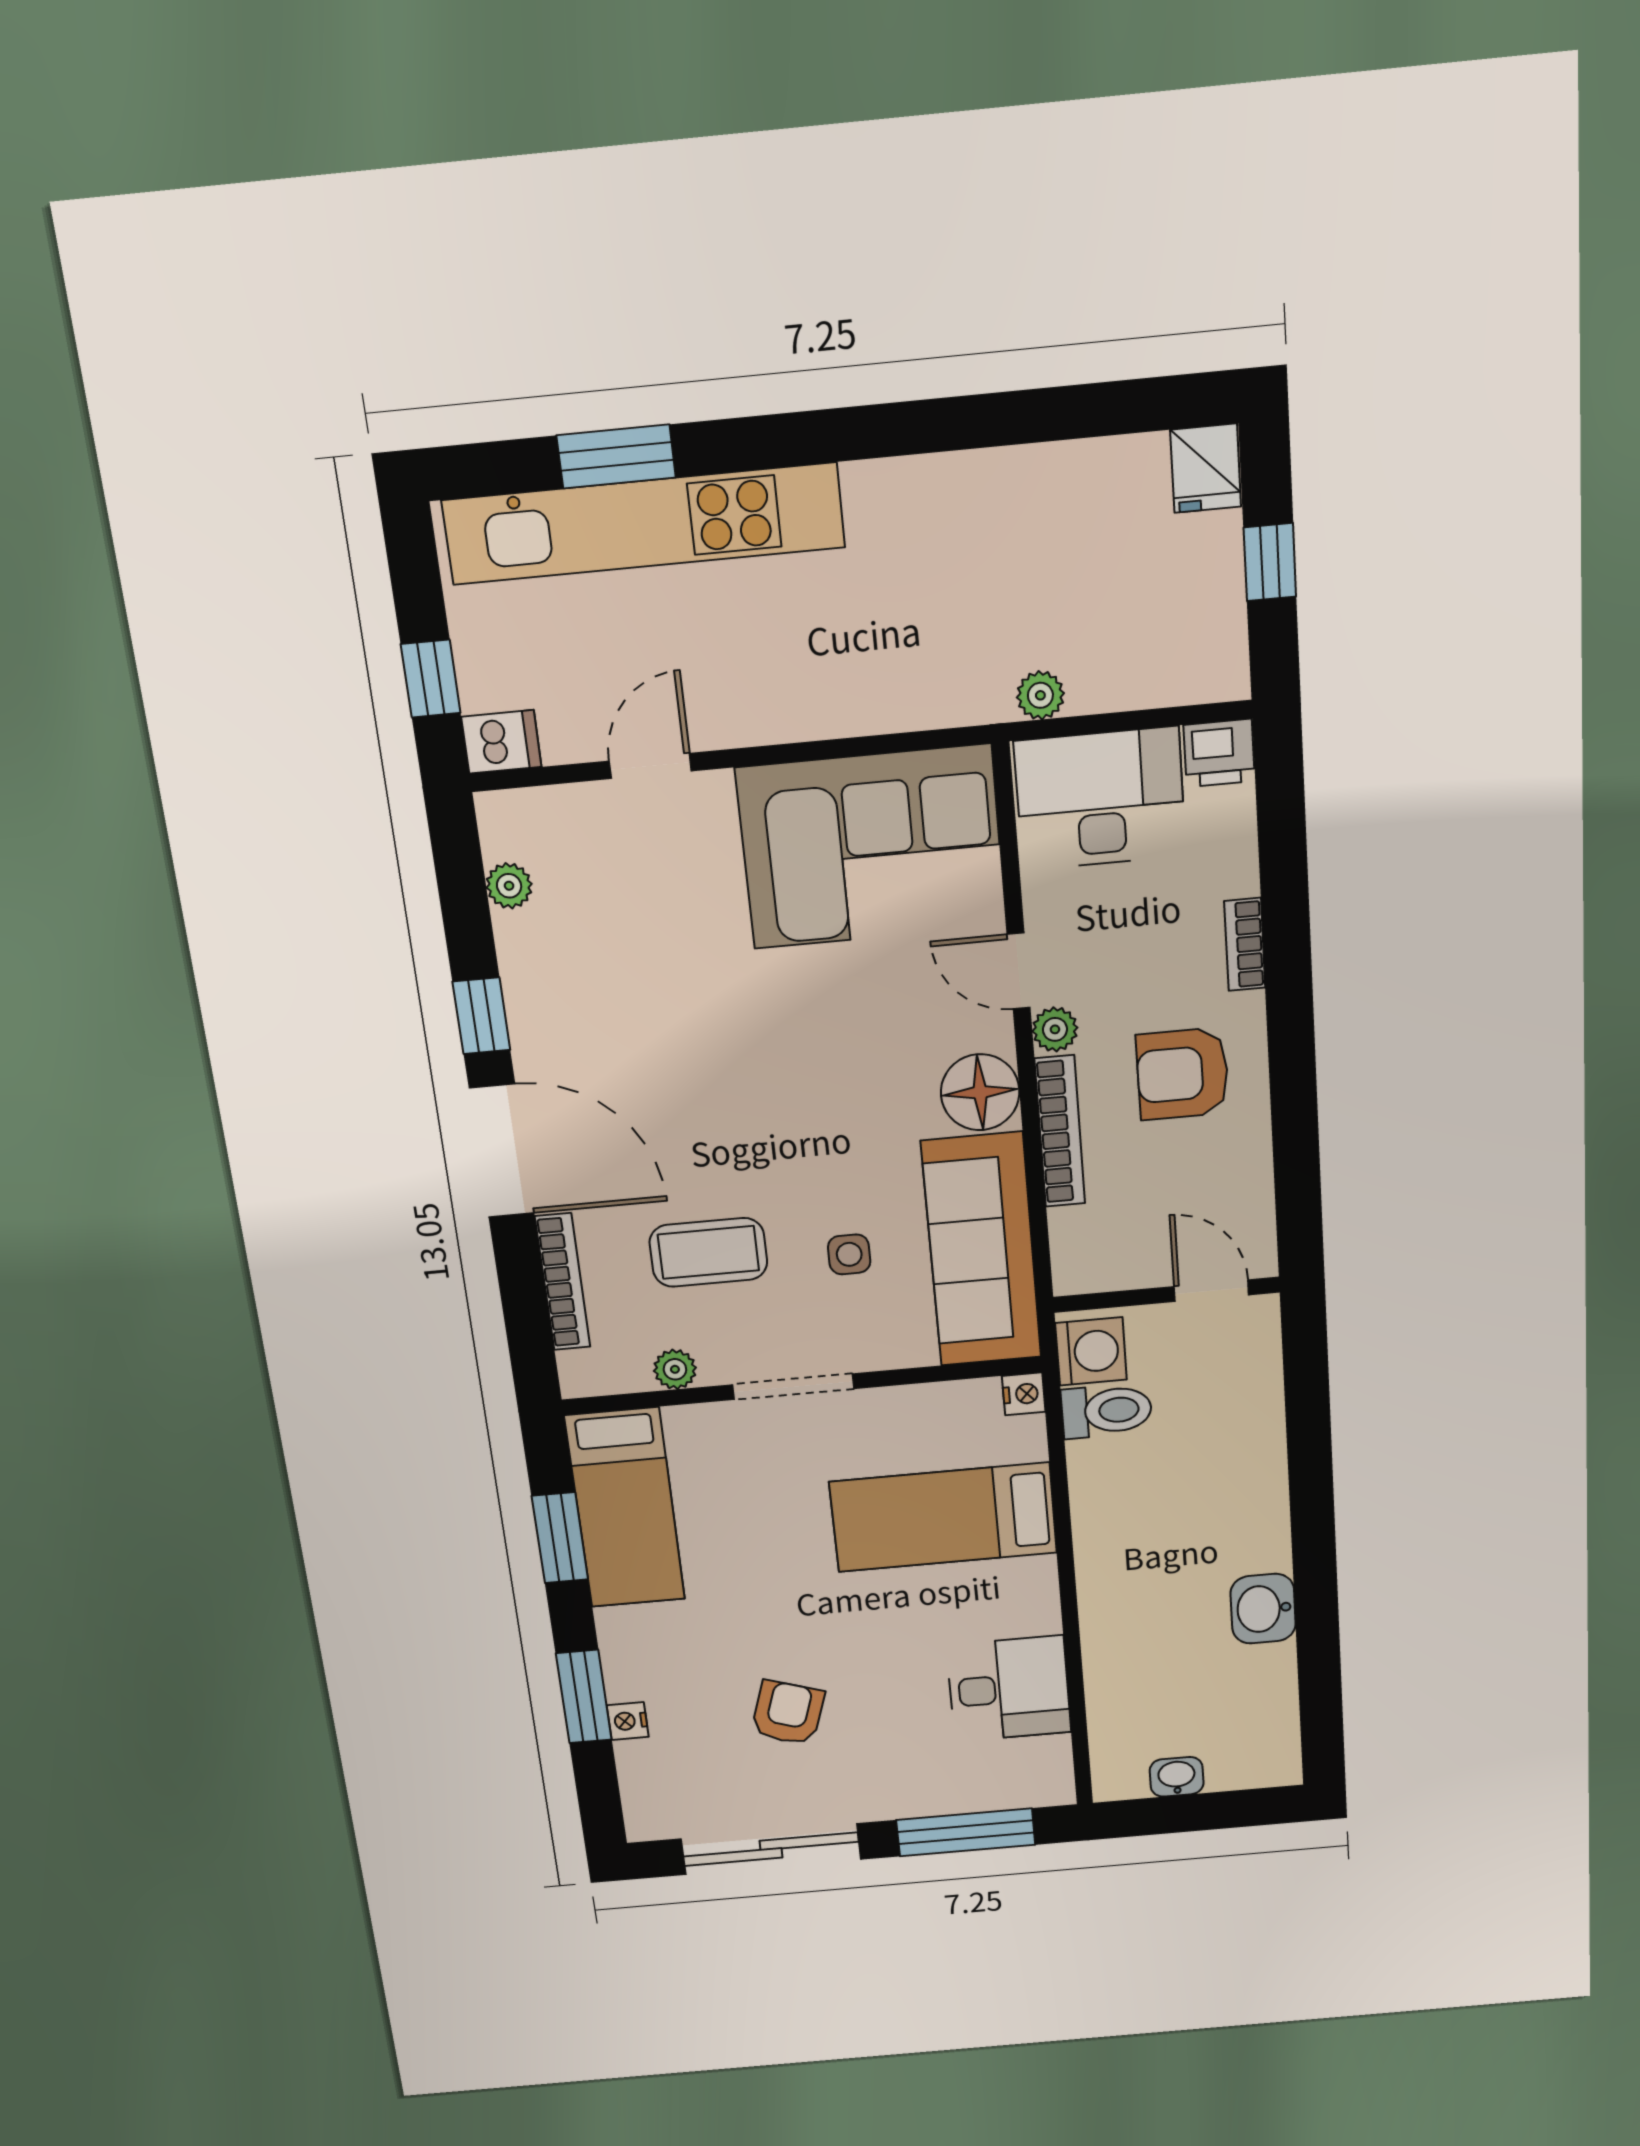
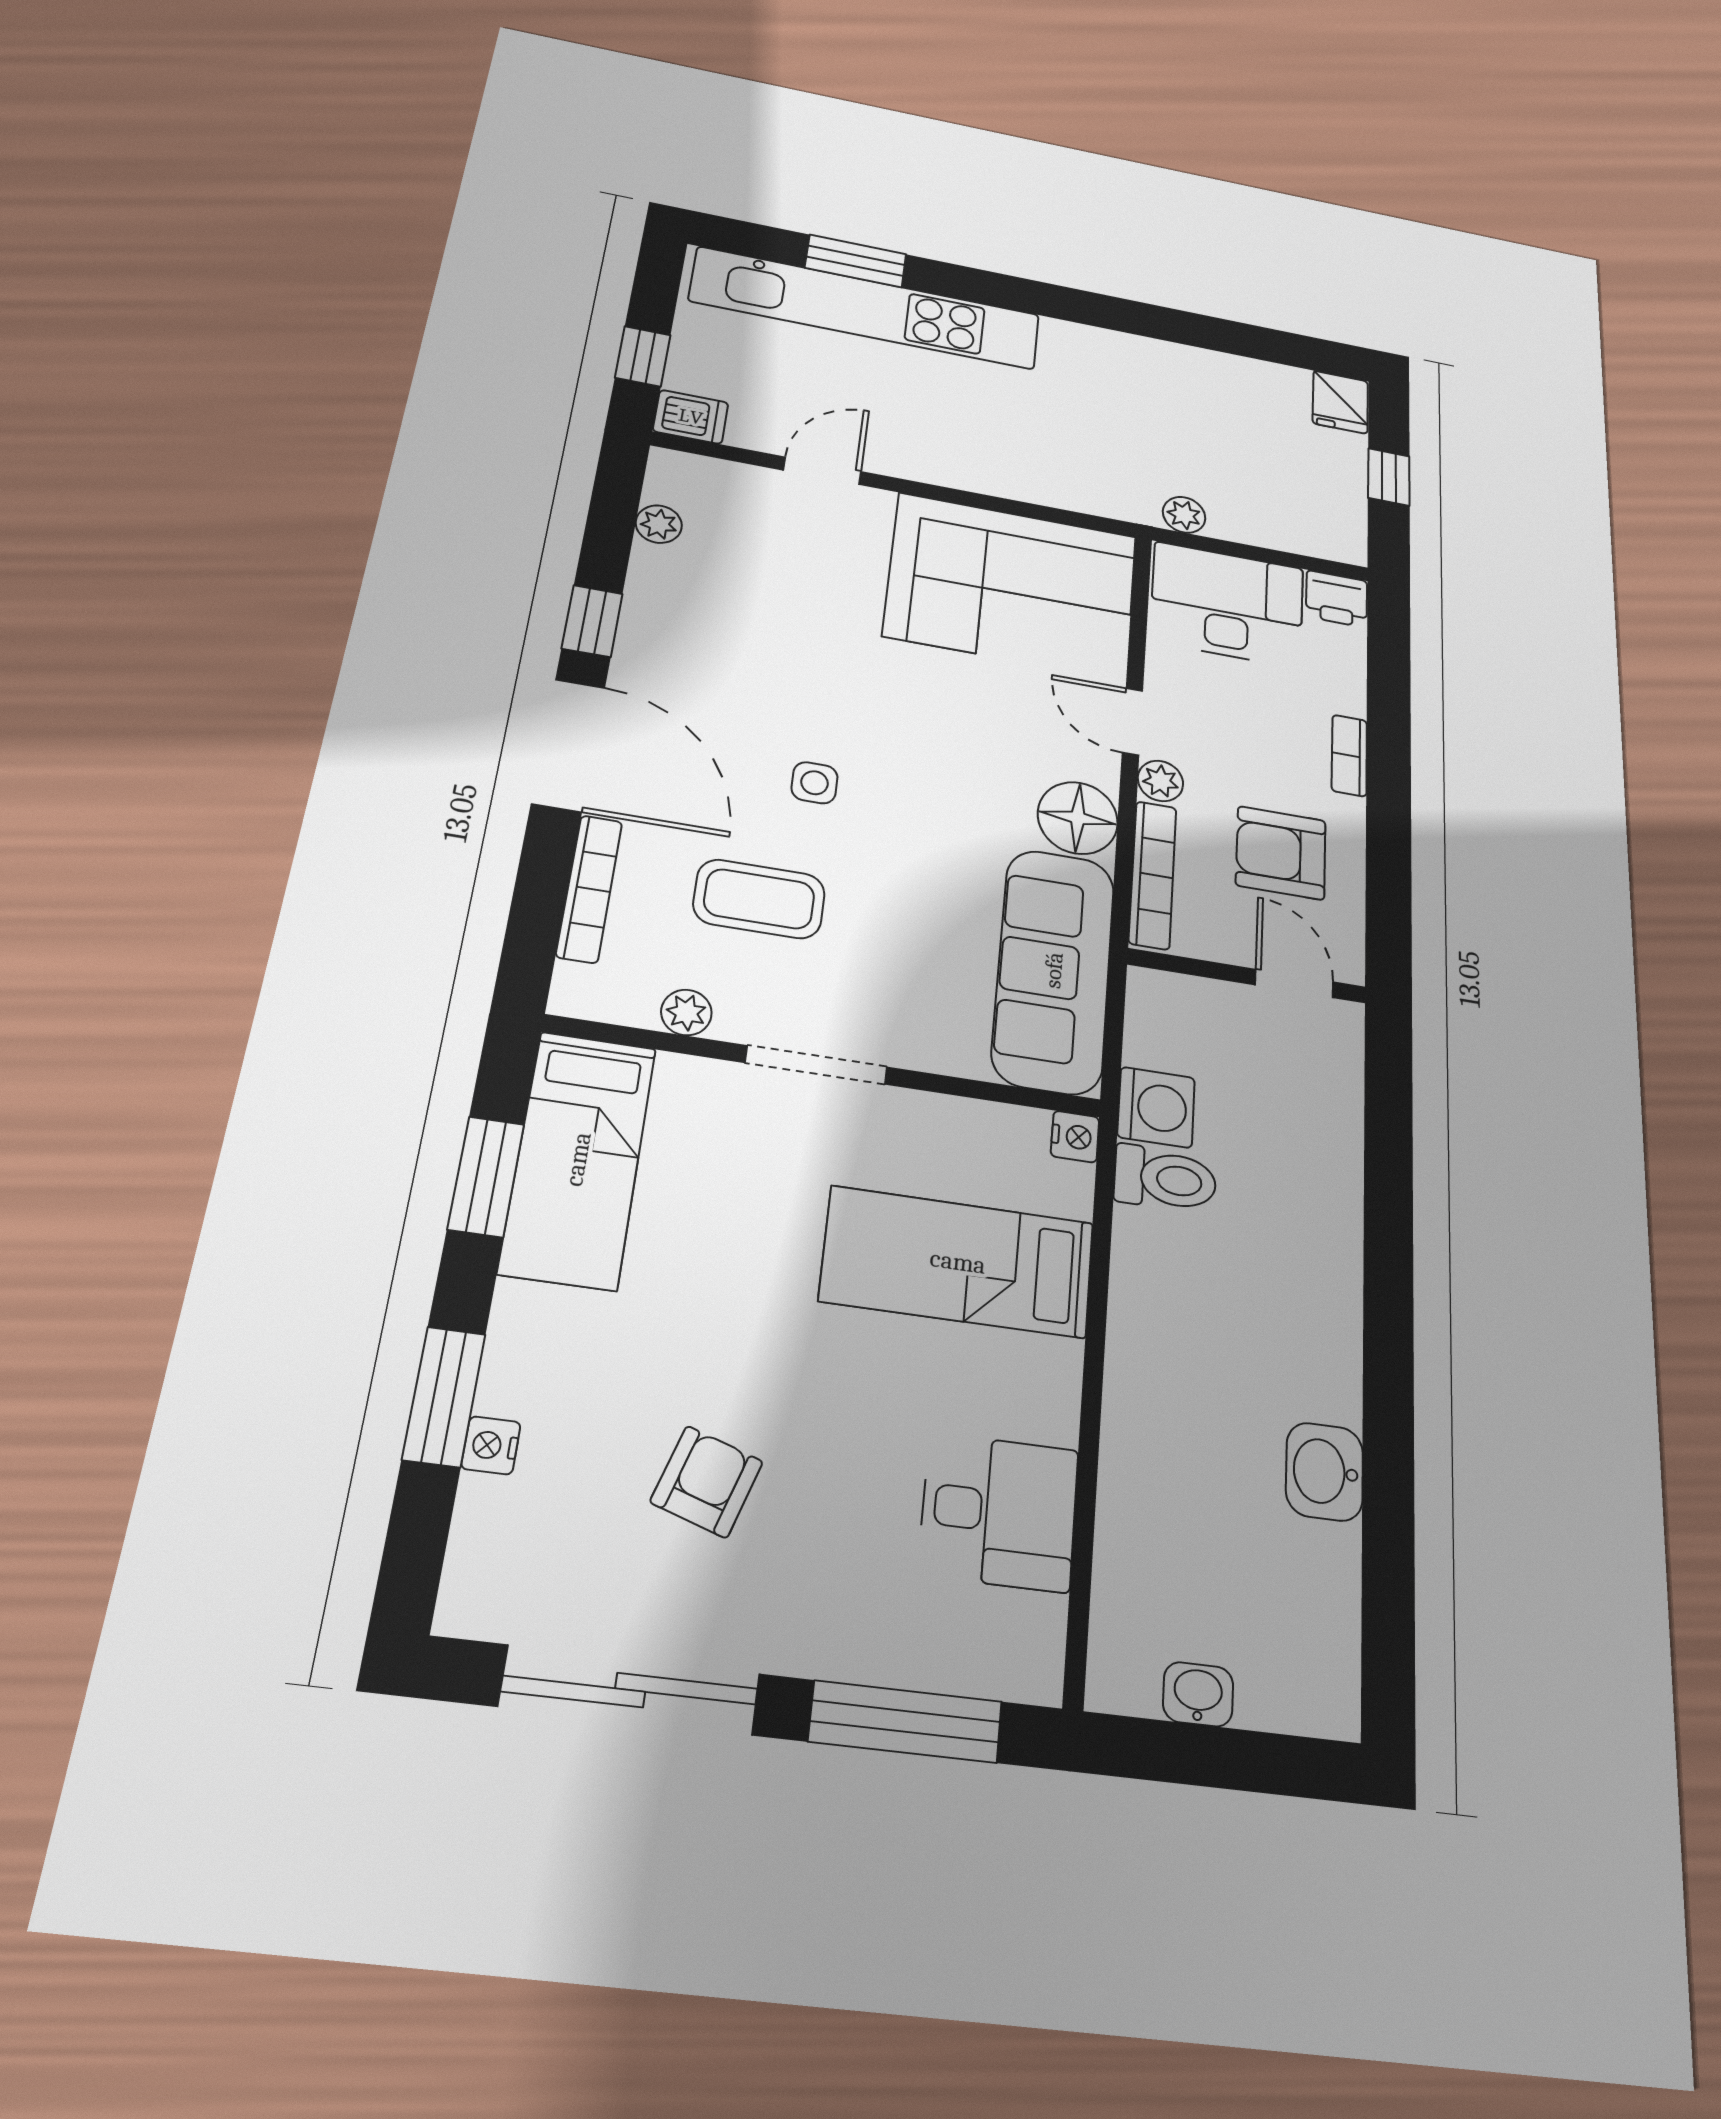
side table: (849, 1254) -> (815, 783), moved
door: (1211, 1291) -> (1294, 983), moved
wall: (1166, 1295) -> (1247, 976), moved

